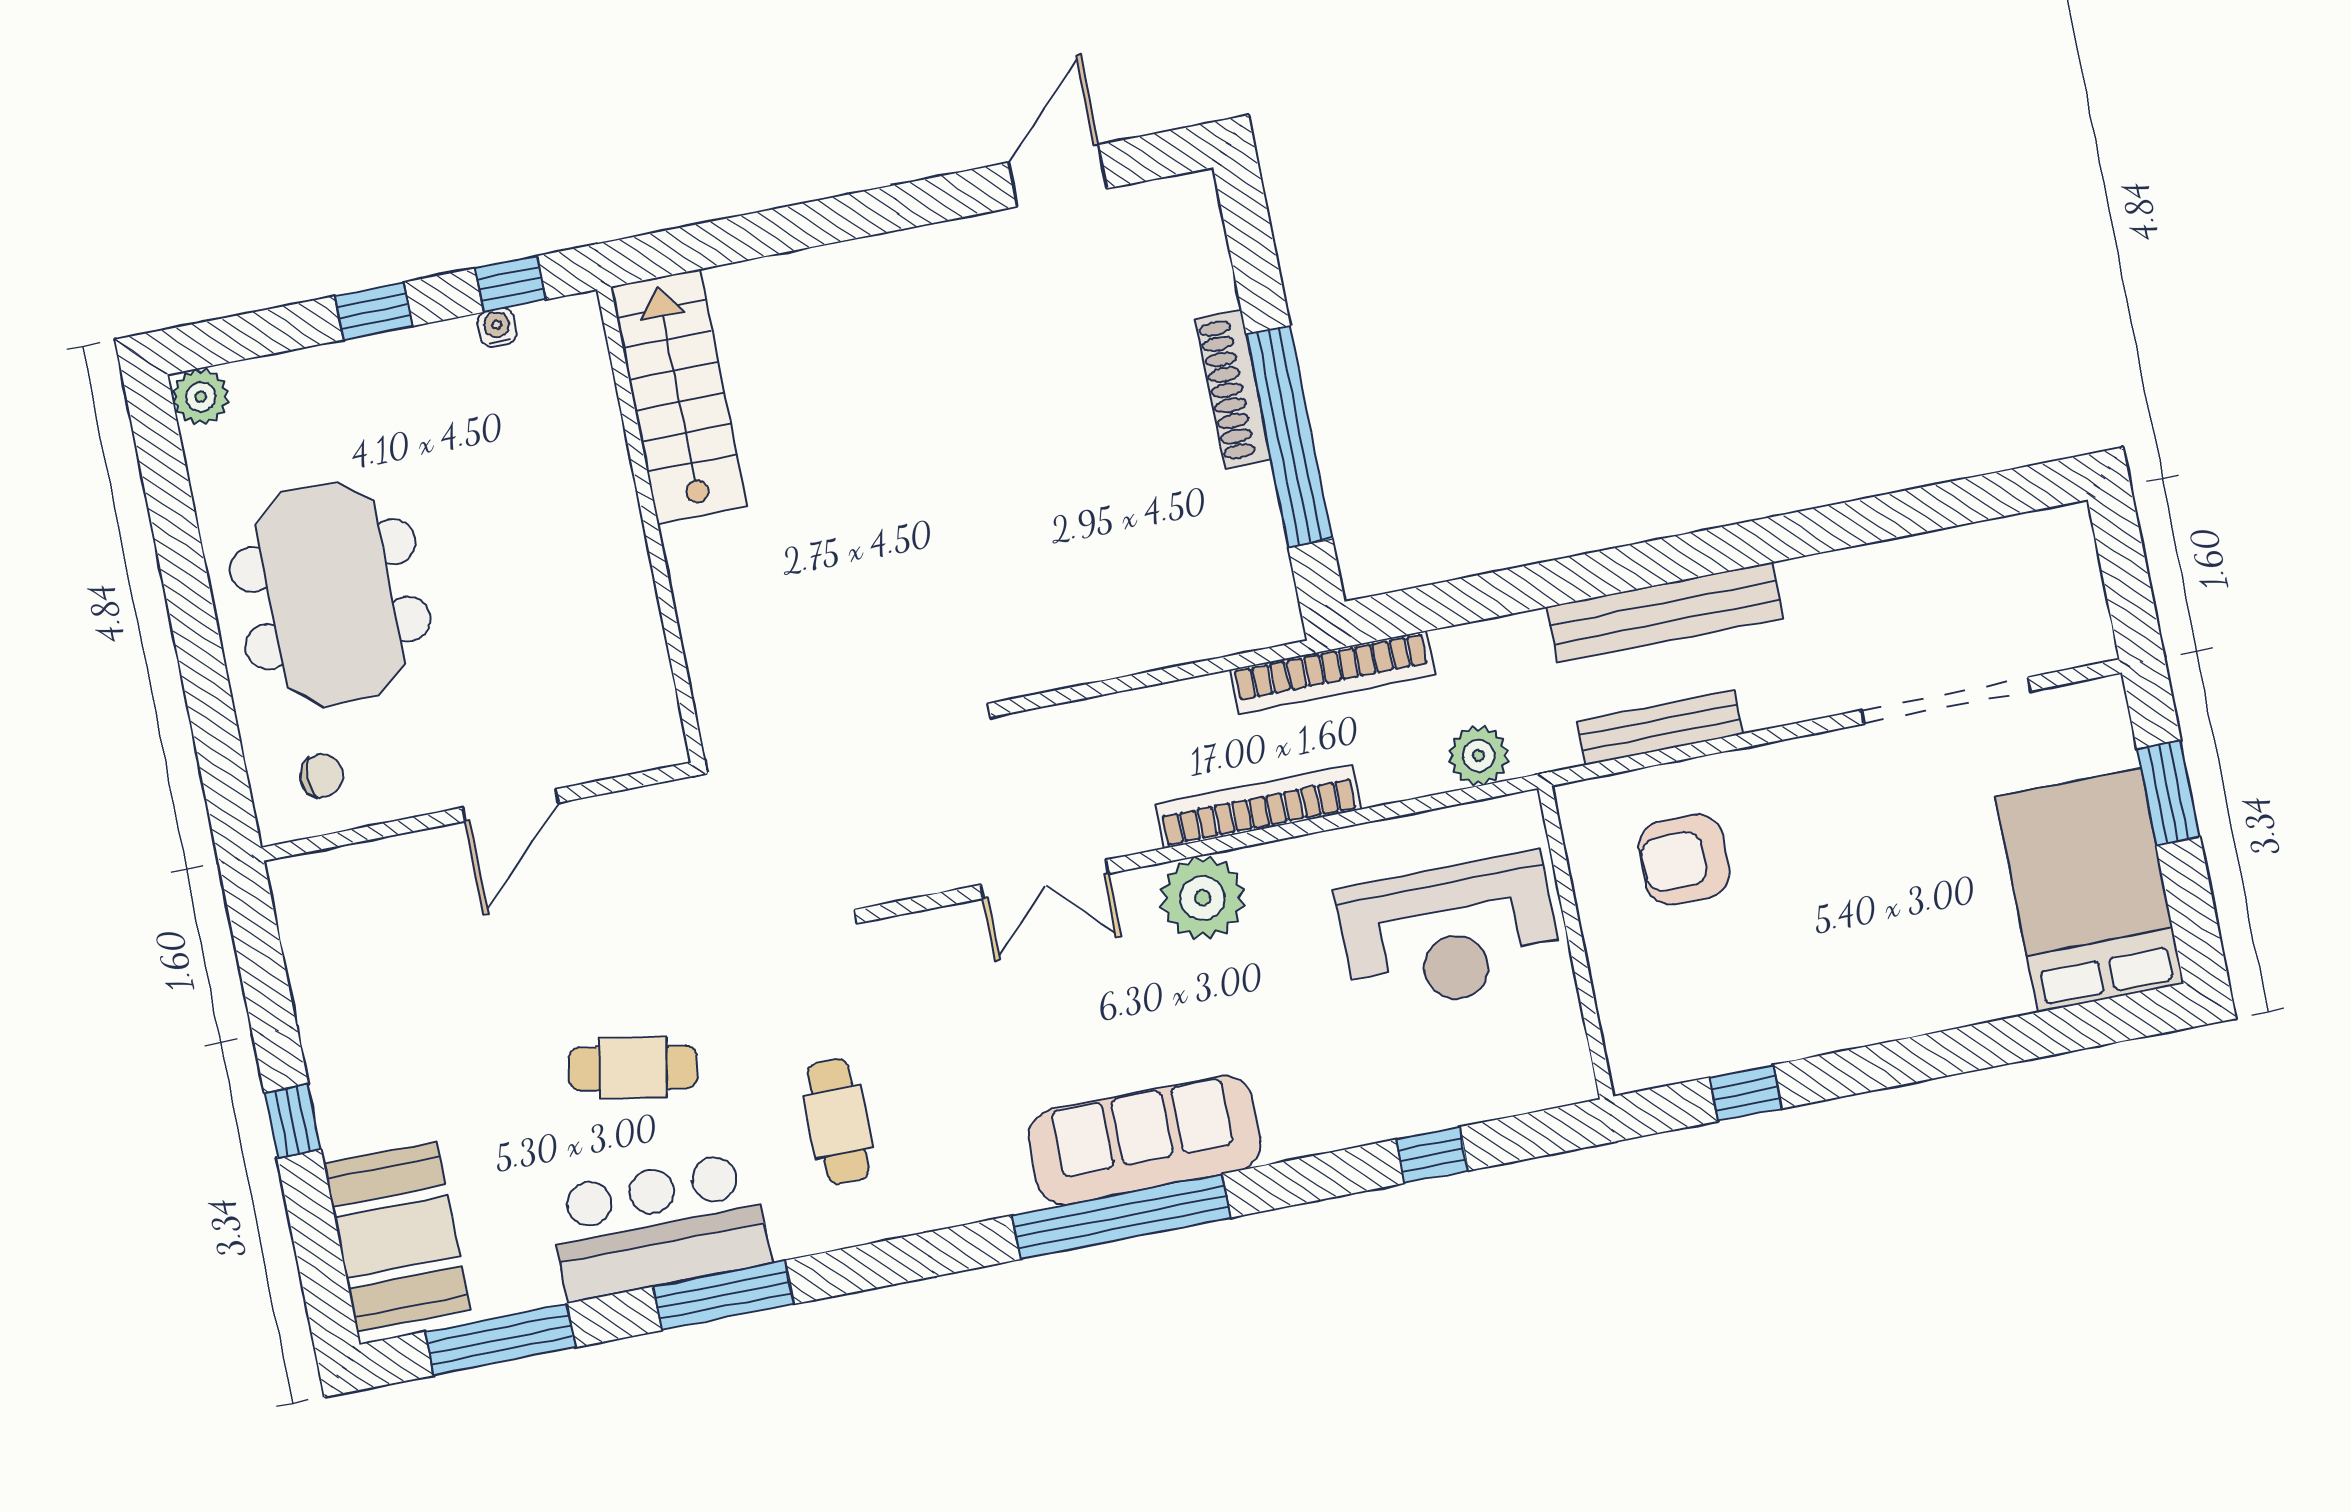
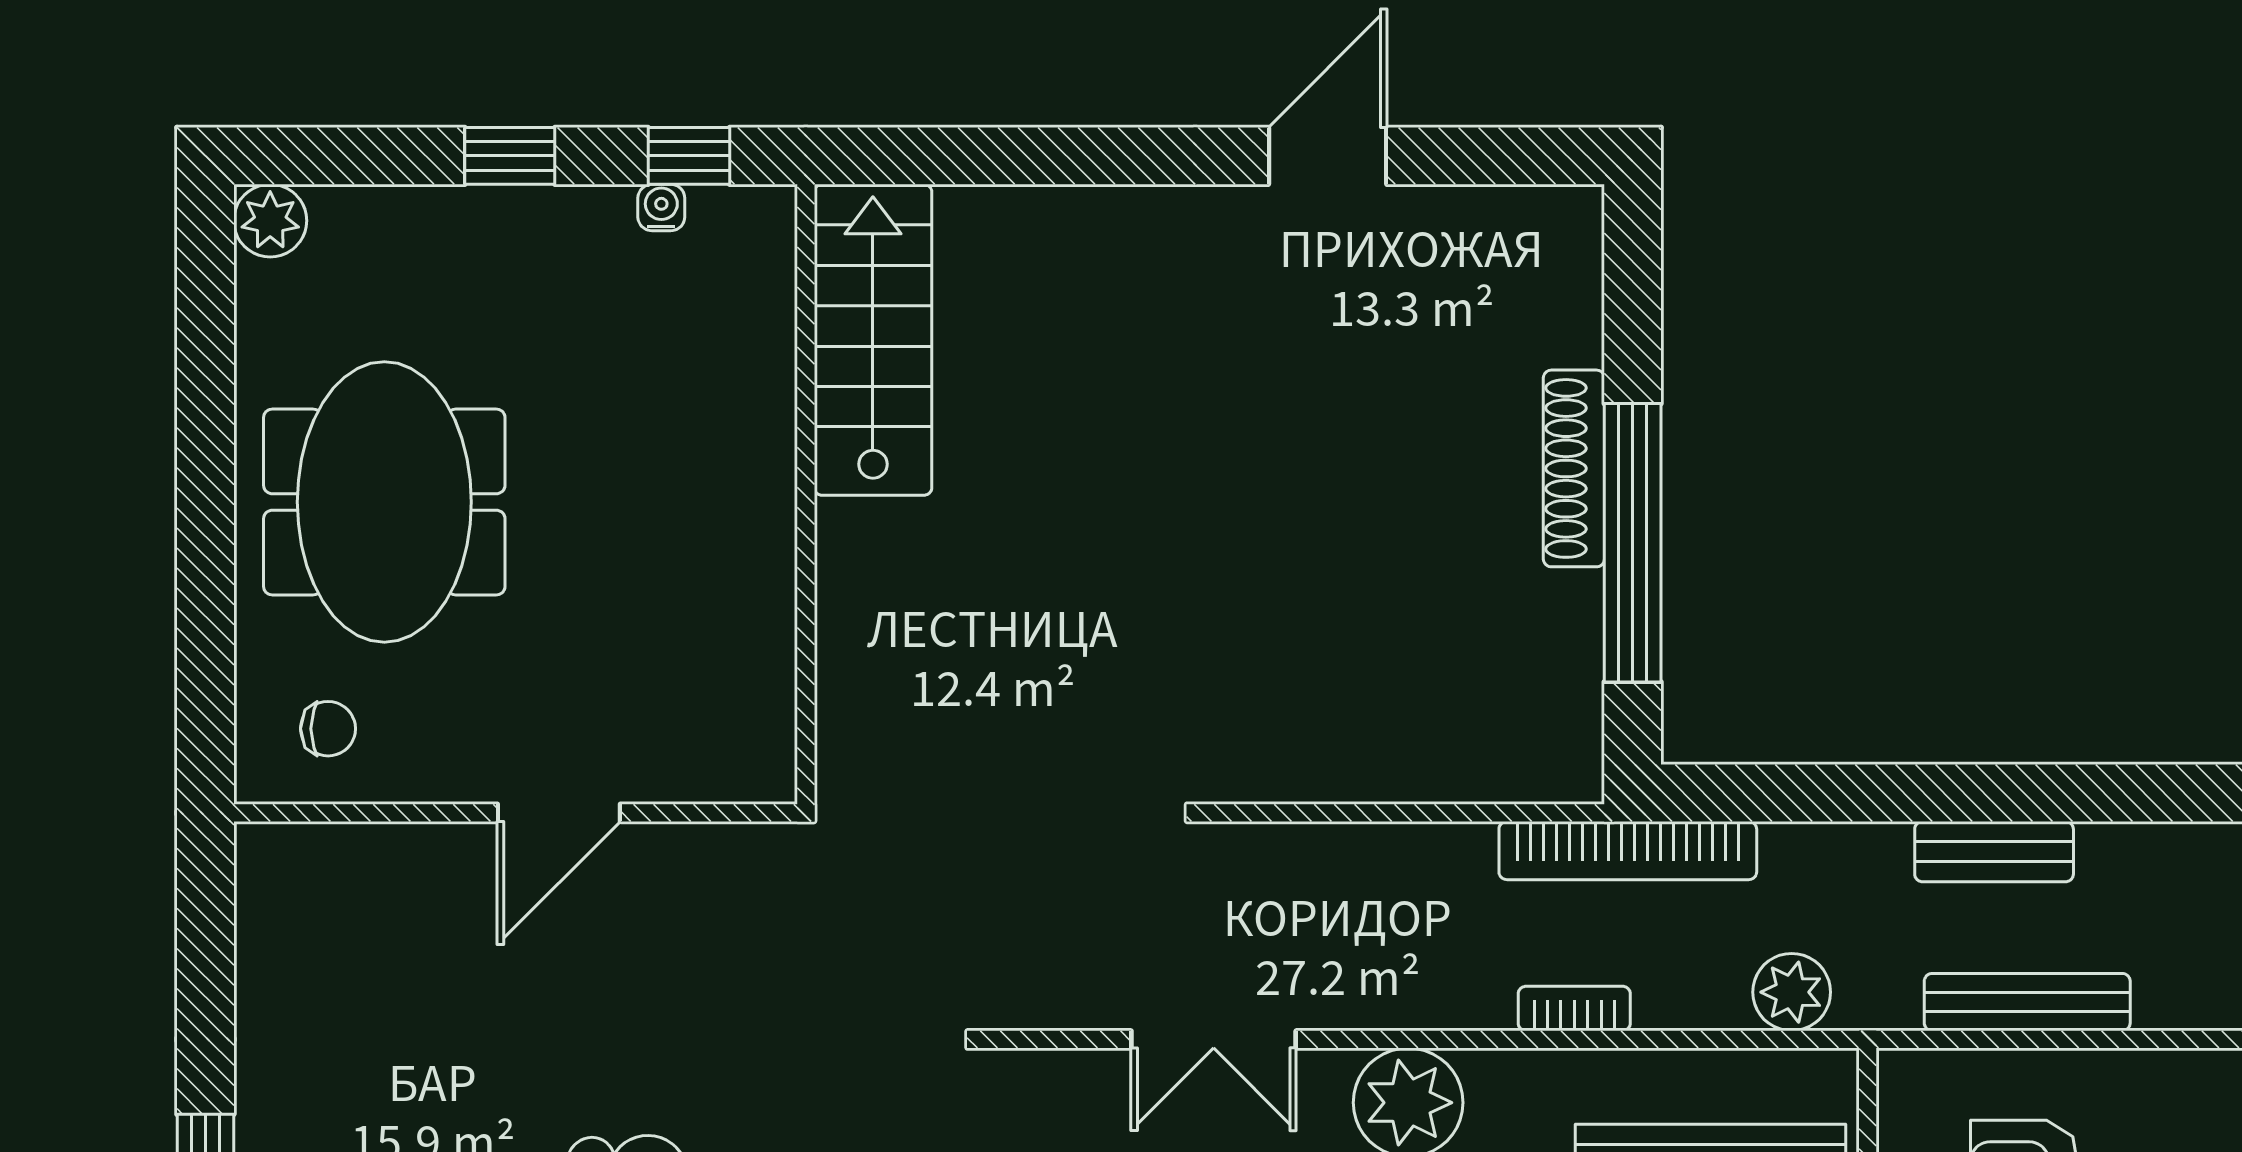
door: (1058, 176) -> (1328, 156), moved
bench: (1665, 612) -> (1994, 852), width x0.54, depth x0.82
bookcase: (1258, 807) -> (1574, 1009), width x0.43, depth x0.76

